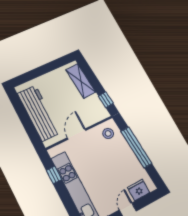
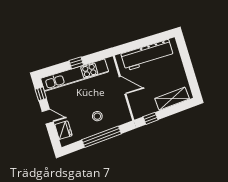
stool: (108, 133) -> (97, 116), moved
window: (54, 175) -> (76, 63), moved

